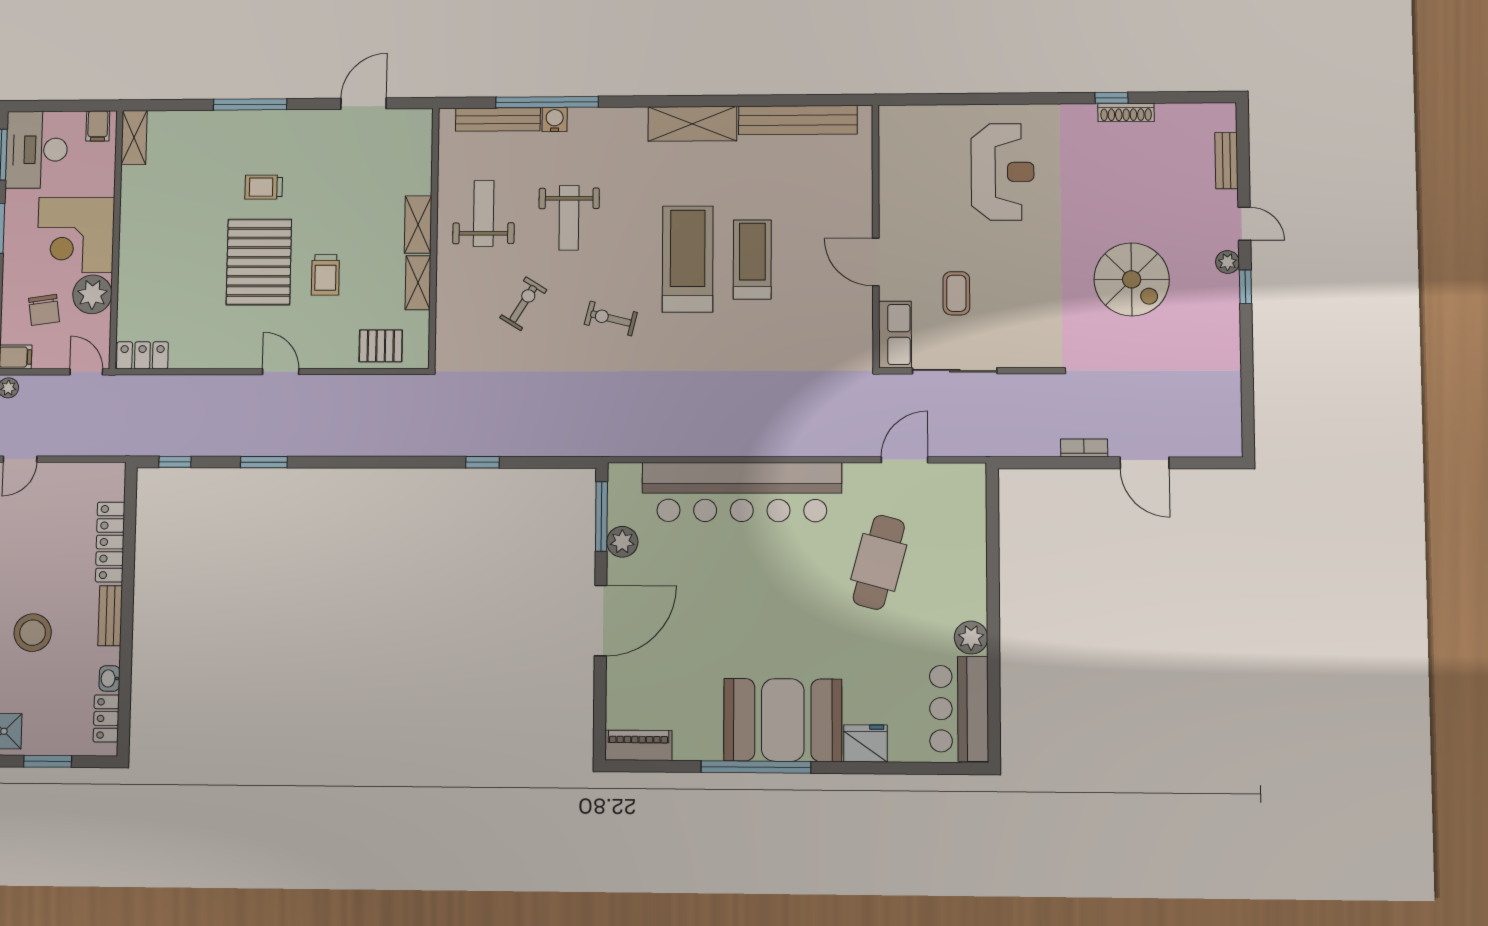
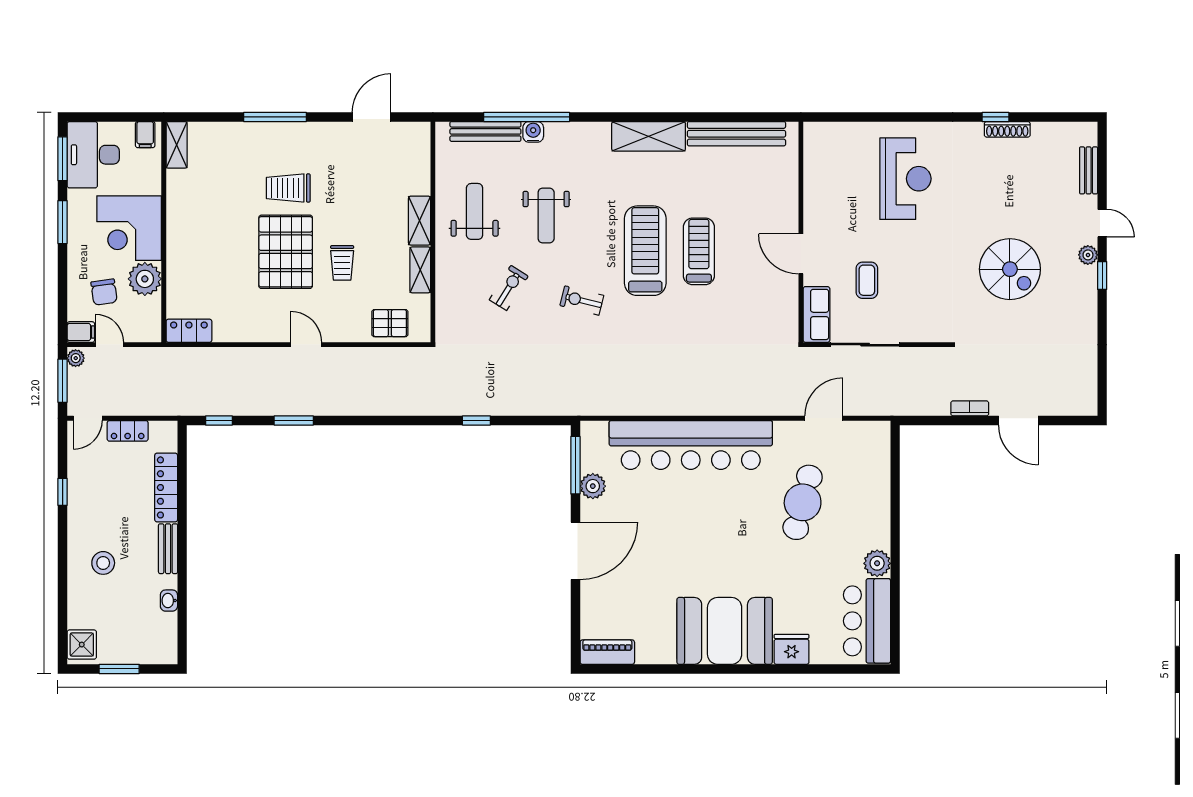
trolley: (264, 187) -> (288, 188), width x1.36, depth x1.39
door: (86, 372) -> (110, 345), moved
stool: (33, 633) -> (103, 563), width x0.73, depth x0.73
locker: (106, 718) -> (128, 431), moved, turned -90
window: (756, 767) -> (703, 669), removed

